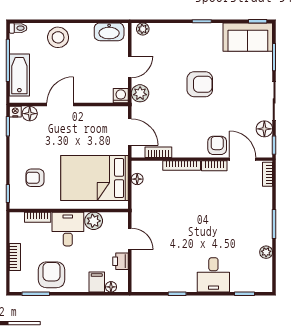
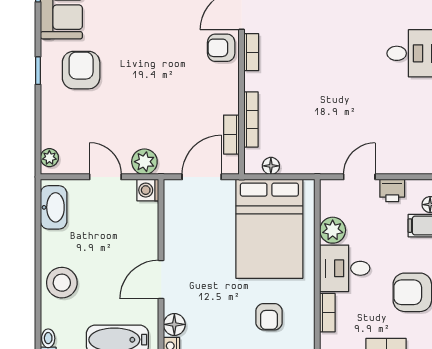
armchair: (200, 84) -> (81, 70), moved
door: (60, 105) -> (161, 280), hinge flipped
bookcase: (182, 166) -> (251, 119), moved

